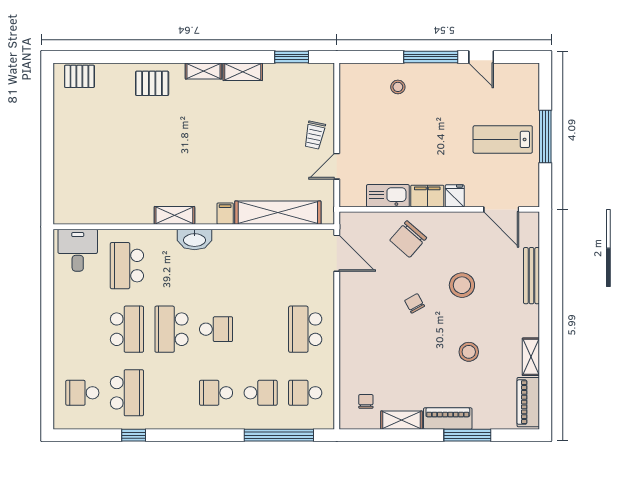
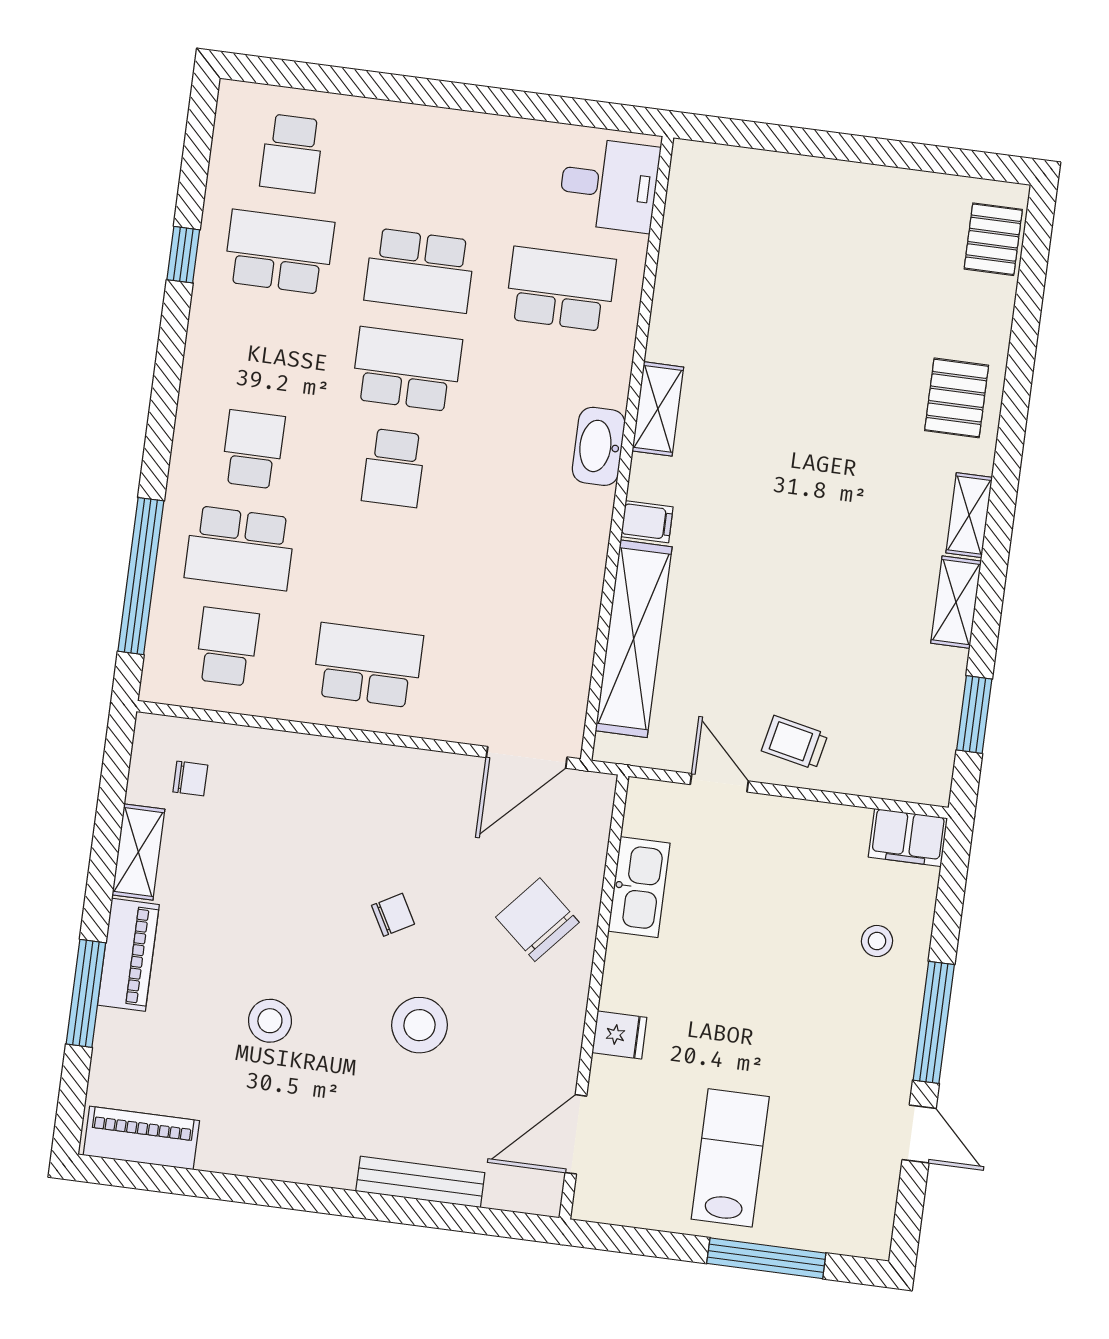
door: (481, 57) -> (919, 1134), swing flipped
window: (545, 136) -> (766, 1258), moved
filing cabinet: (427, 196) -> (908, 838), moved, turned 90
shelving: (531, 357) -> (241, 1157), removed
school desk: (82, 393) -> (292, 153), turned 180
school desk: (127, 393) -> (279, 252), turned 180
school desk: (261, 393) -> (240, 548), width x1.85

